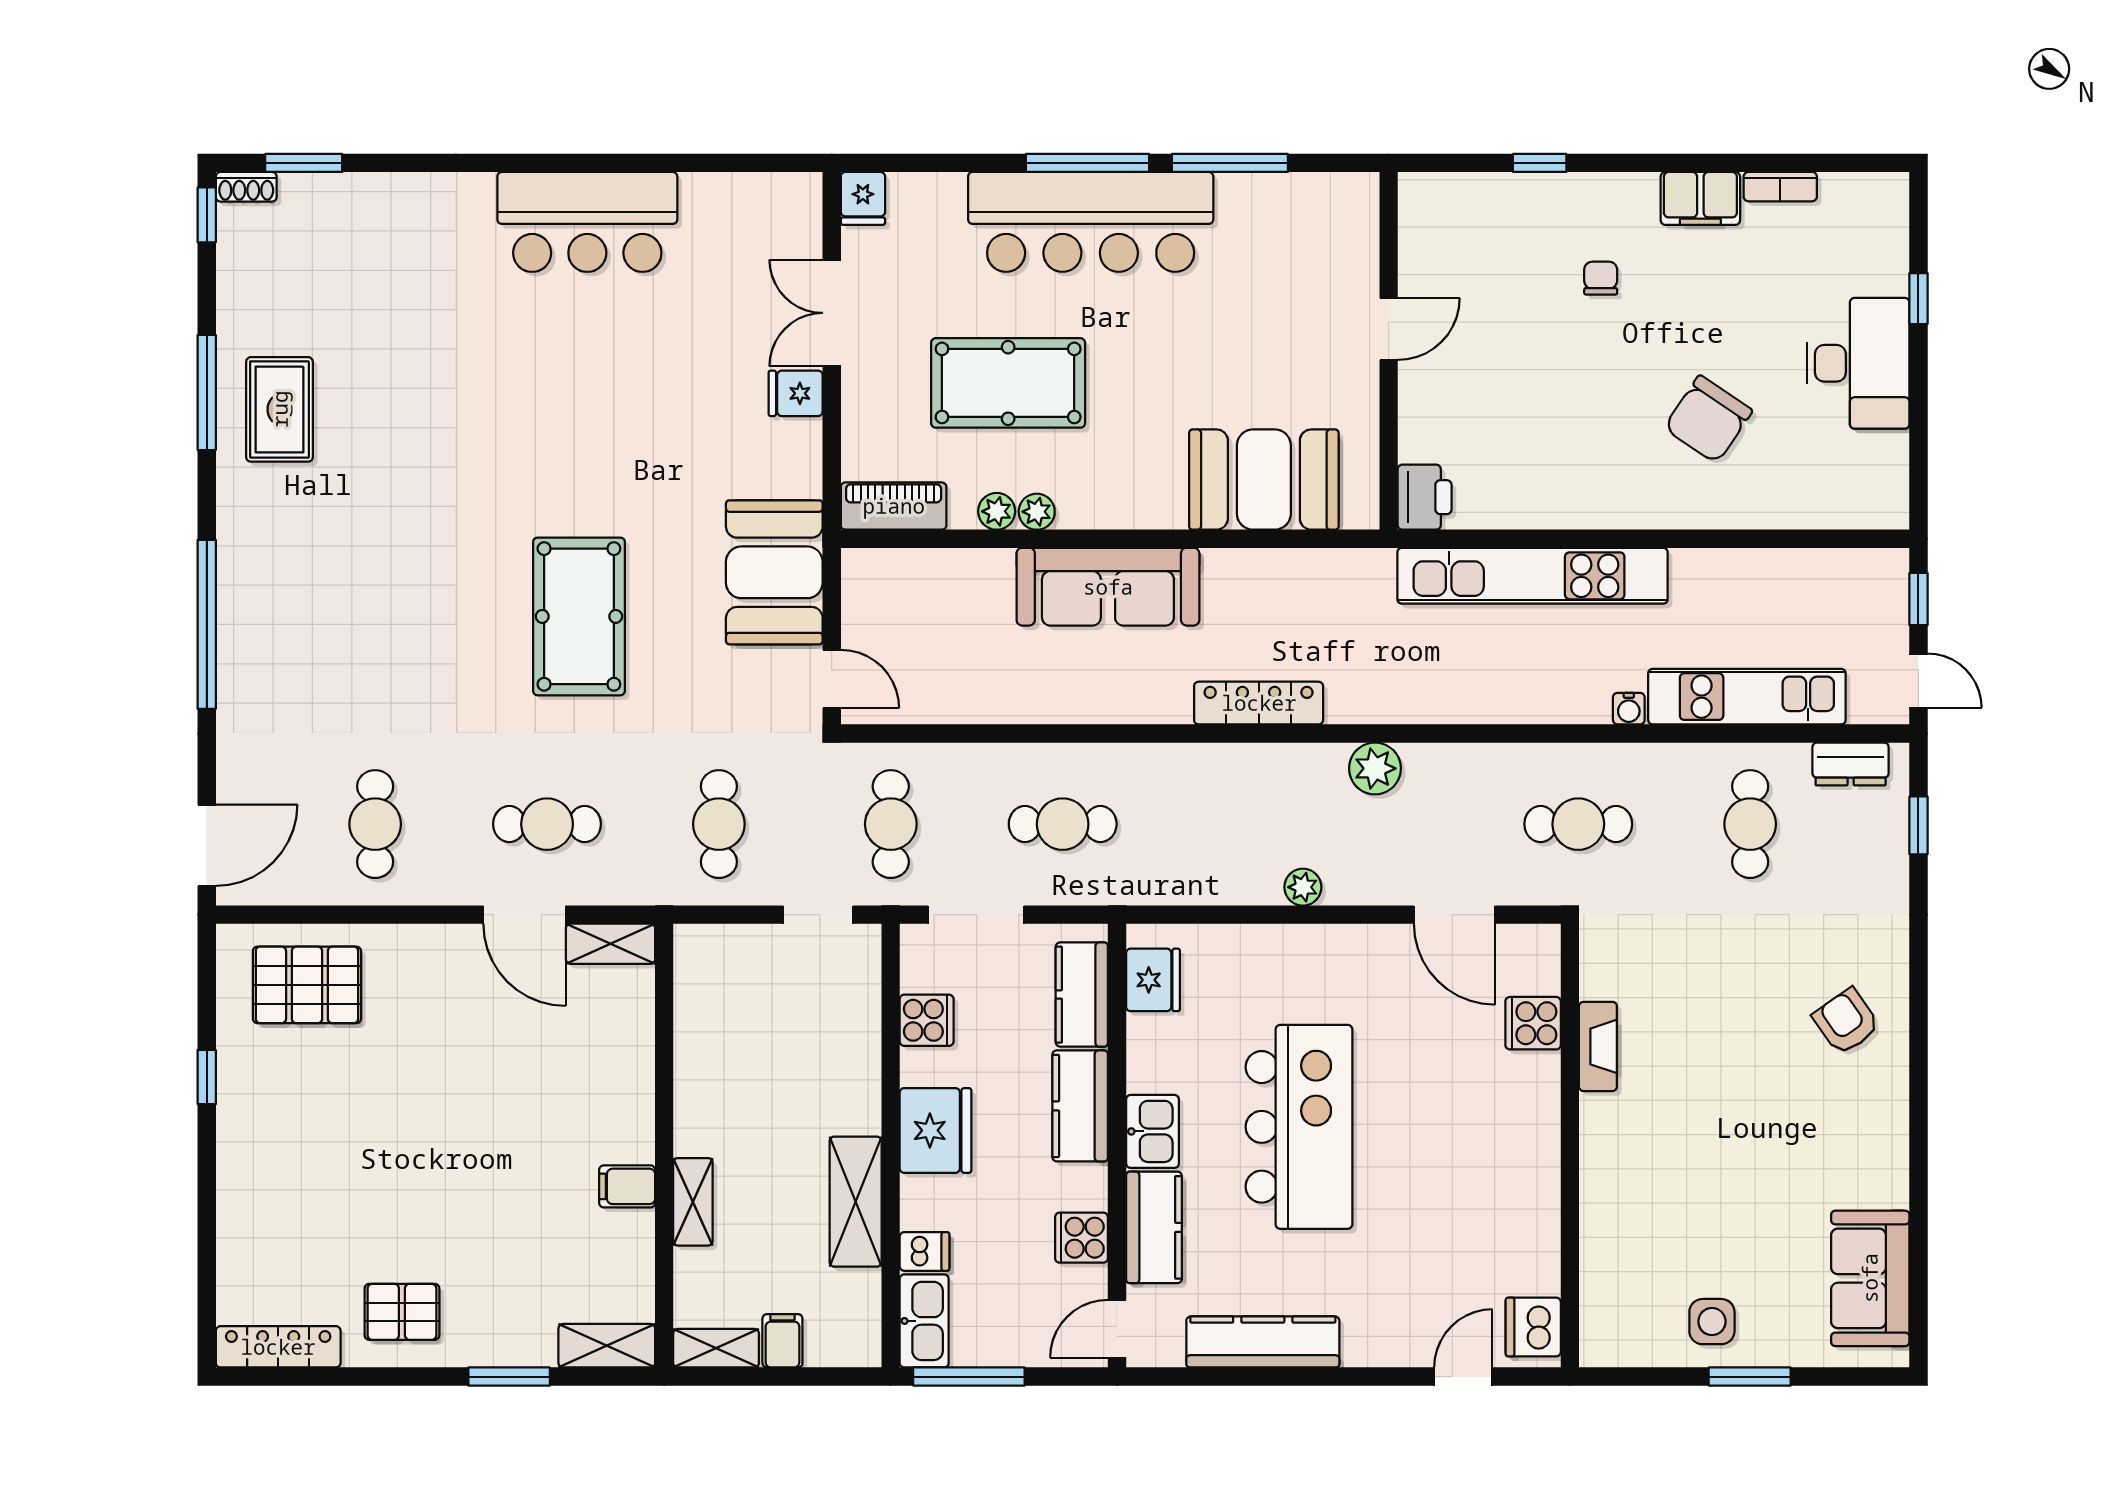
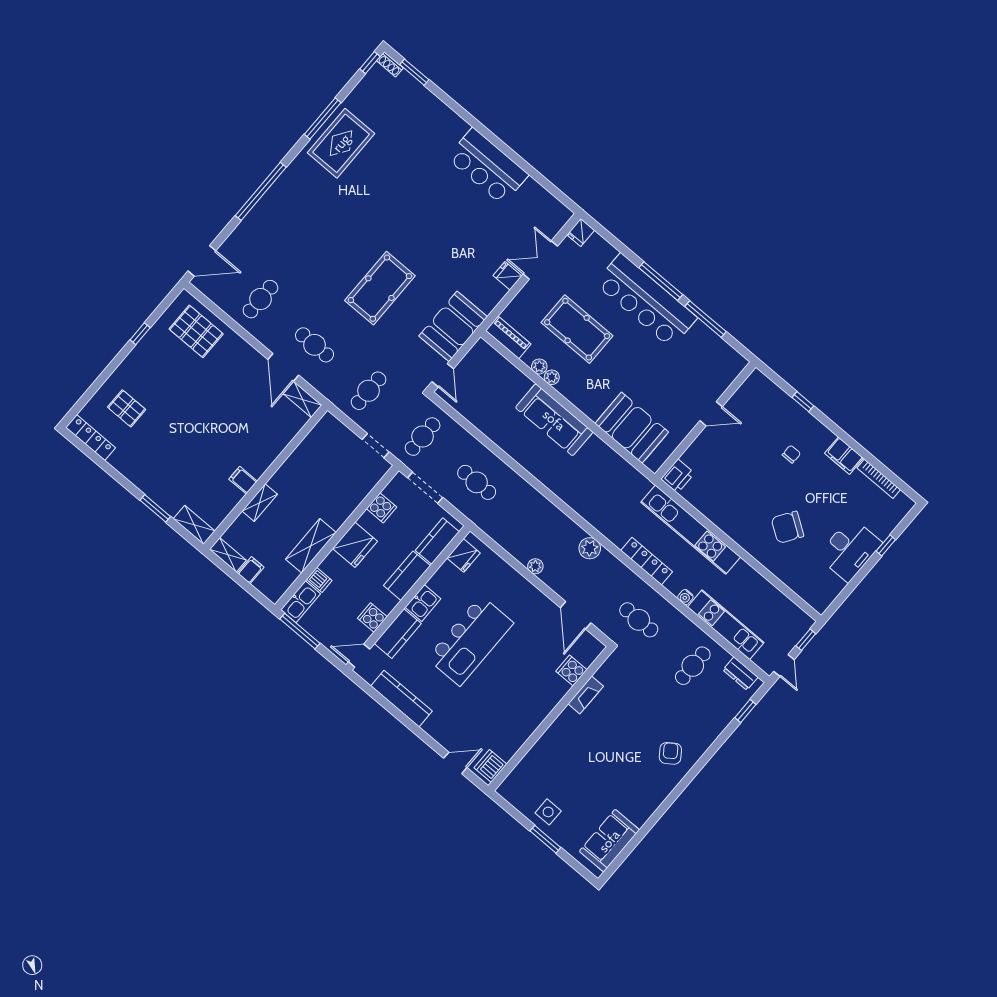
bookcase: (1780, 187) -> (879, 479), width x1.56
rug: (280, 409) -> (341, 143), width x1.36, depth x1.43
locker: (1259, 703) -> (647, 561), moved
pallet: (402, 1312) -> (127, 408), moved

